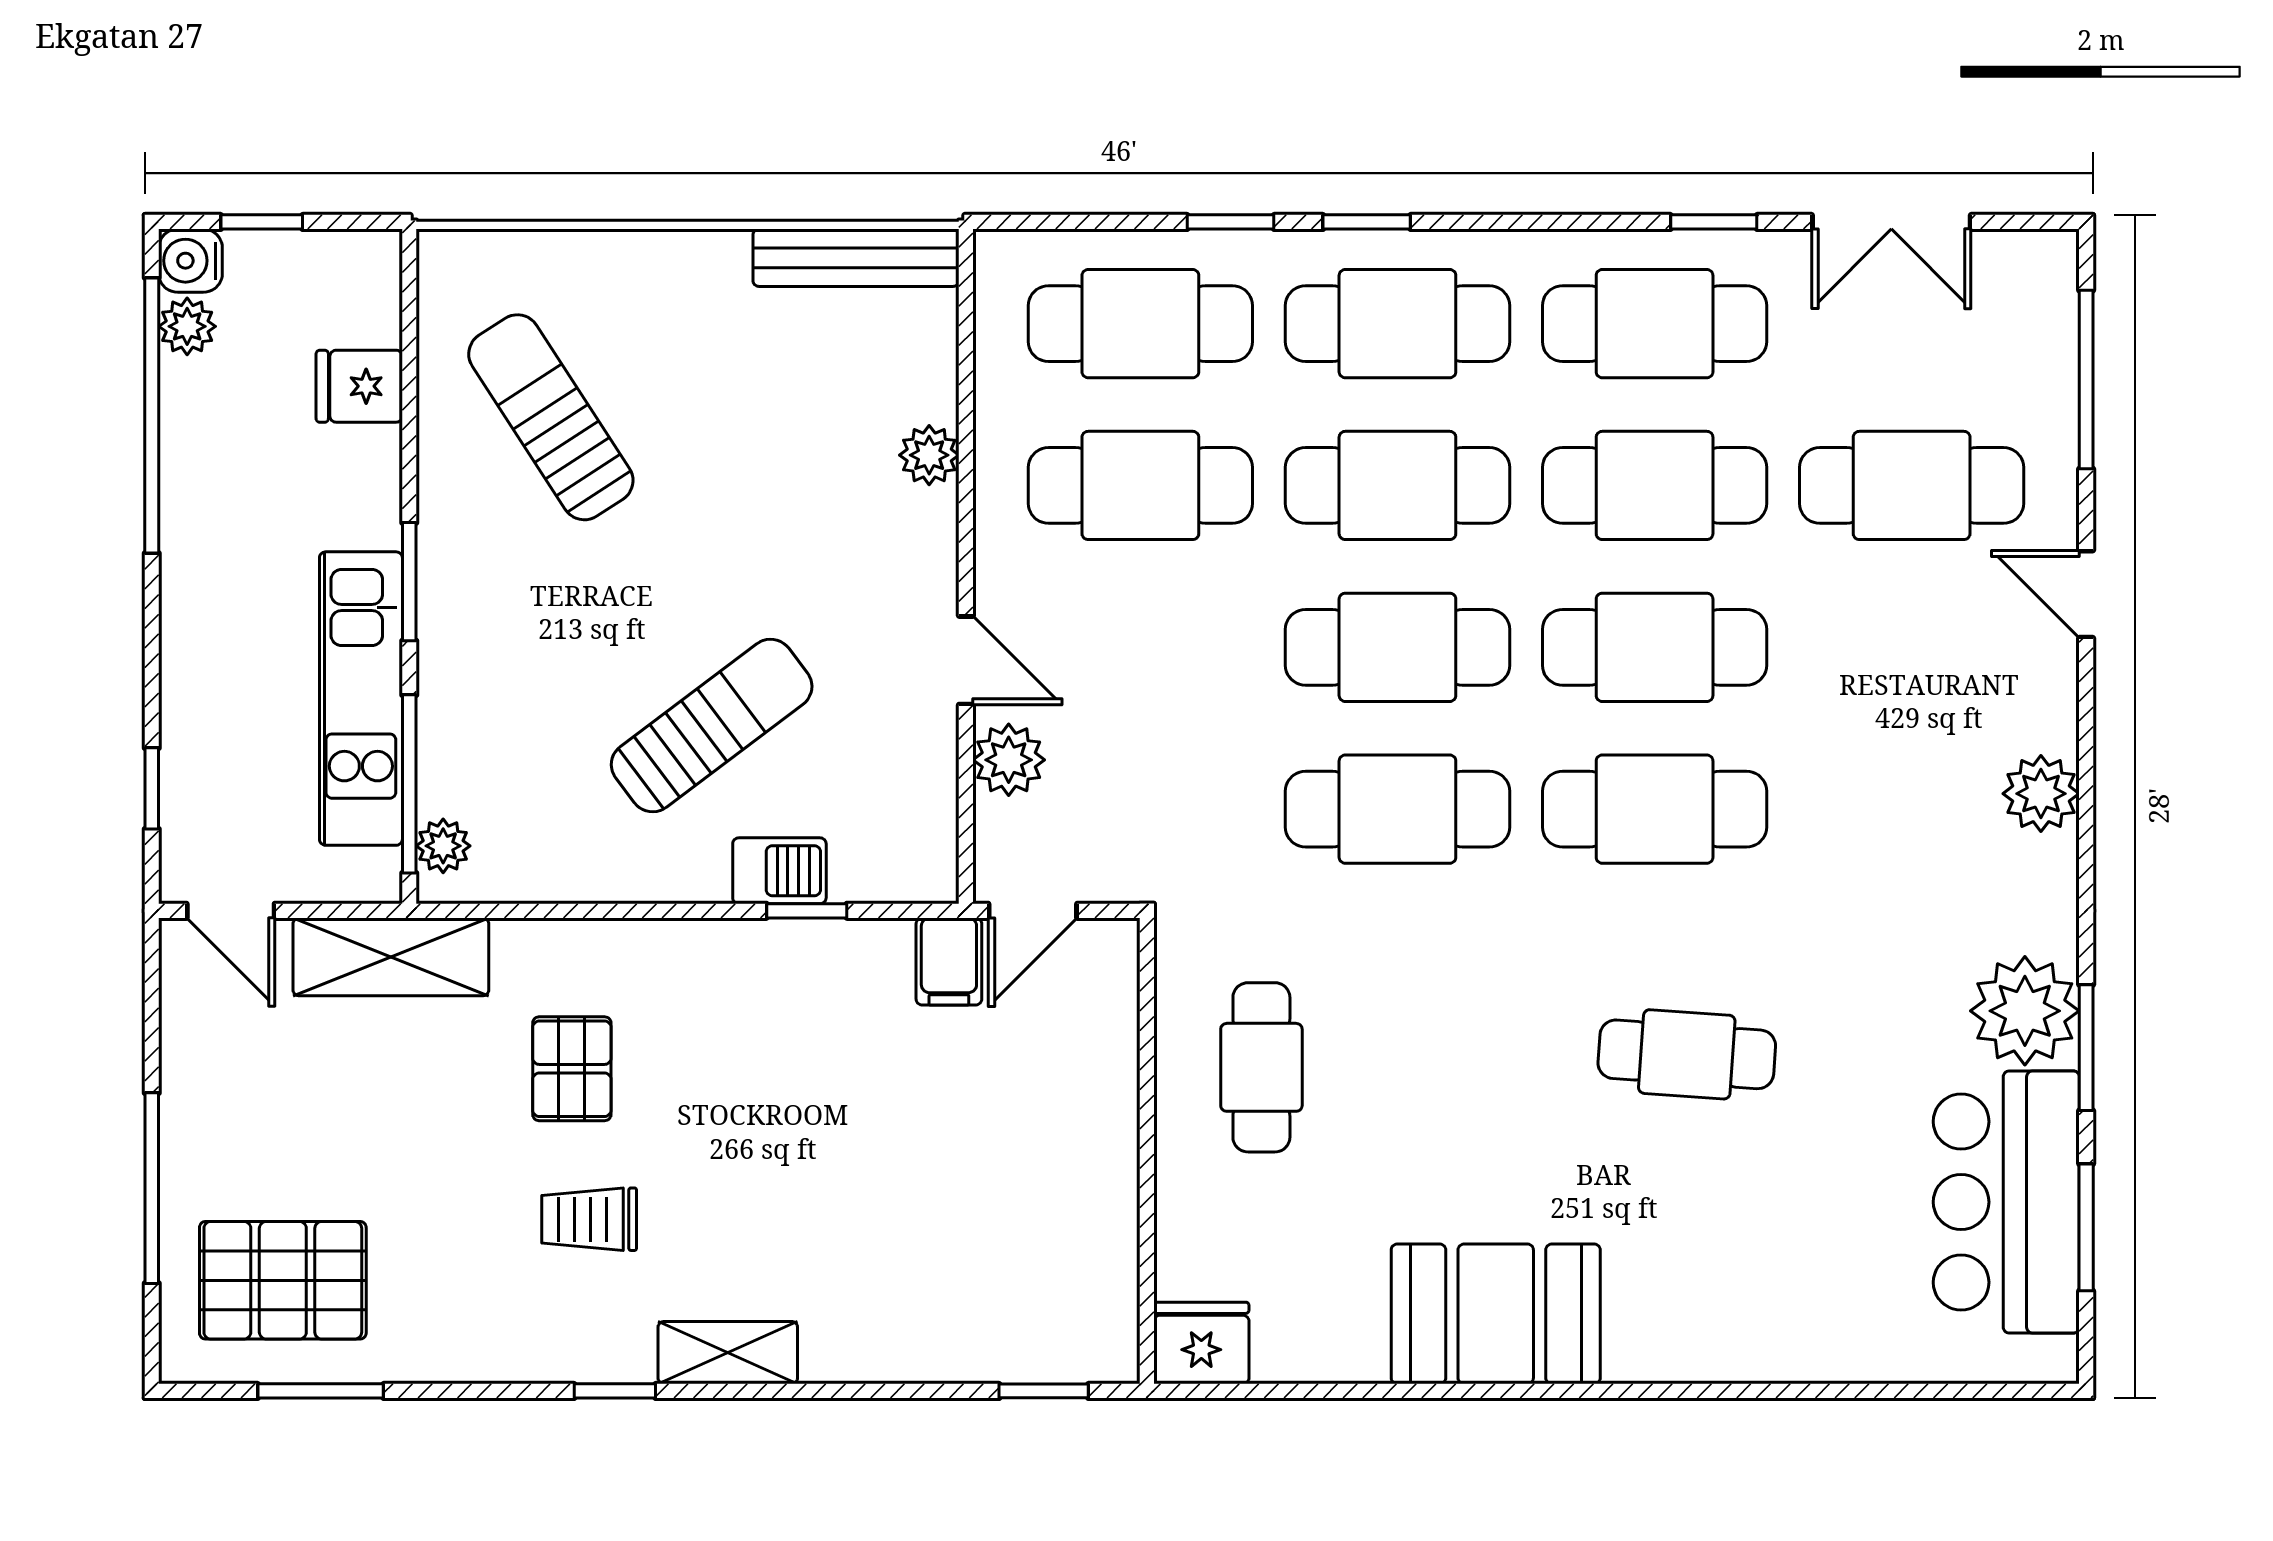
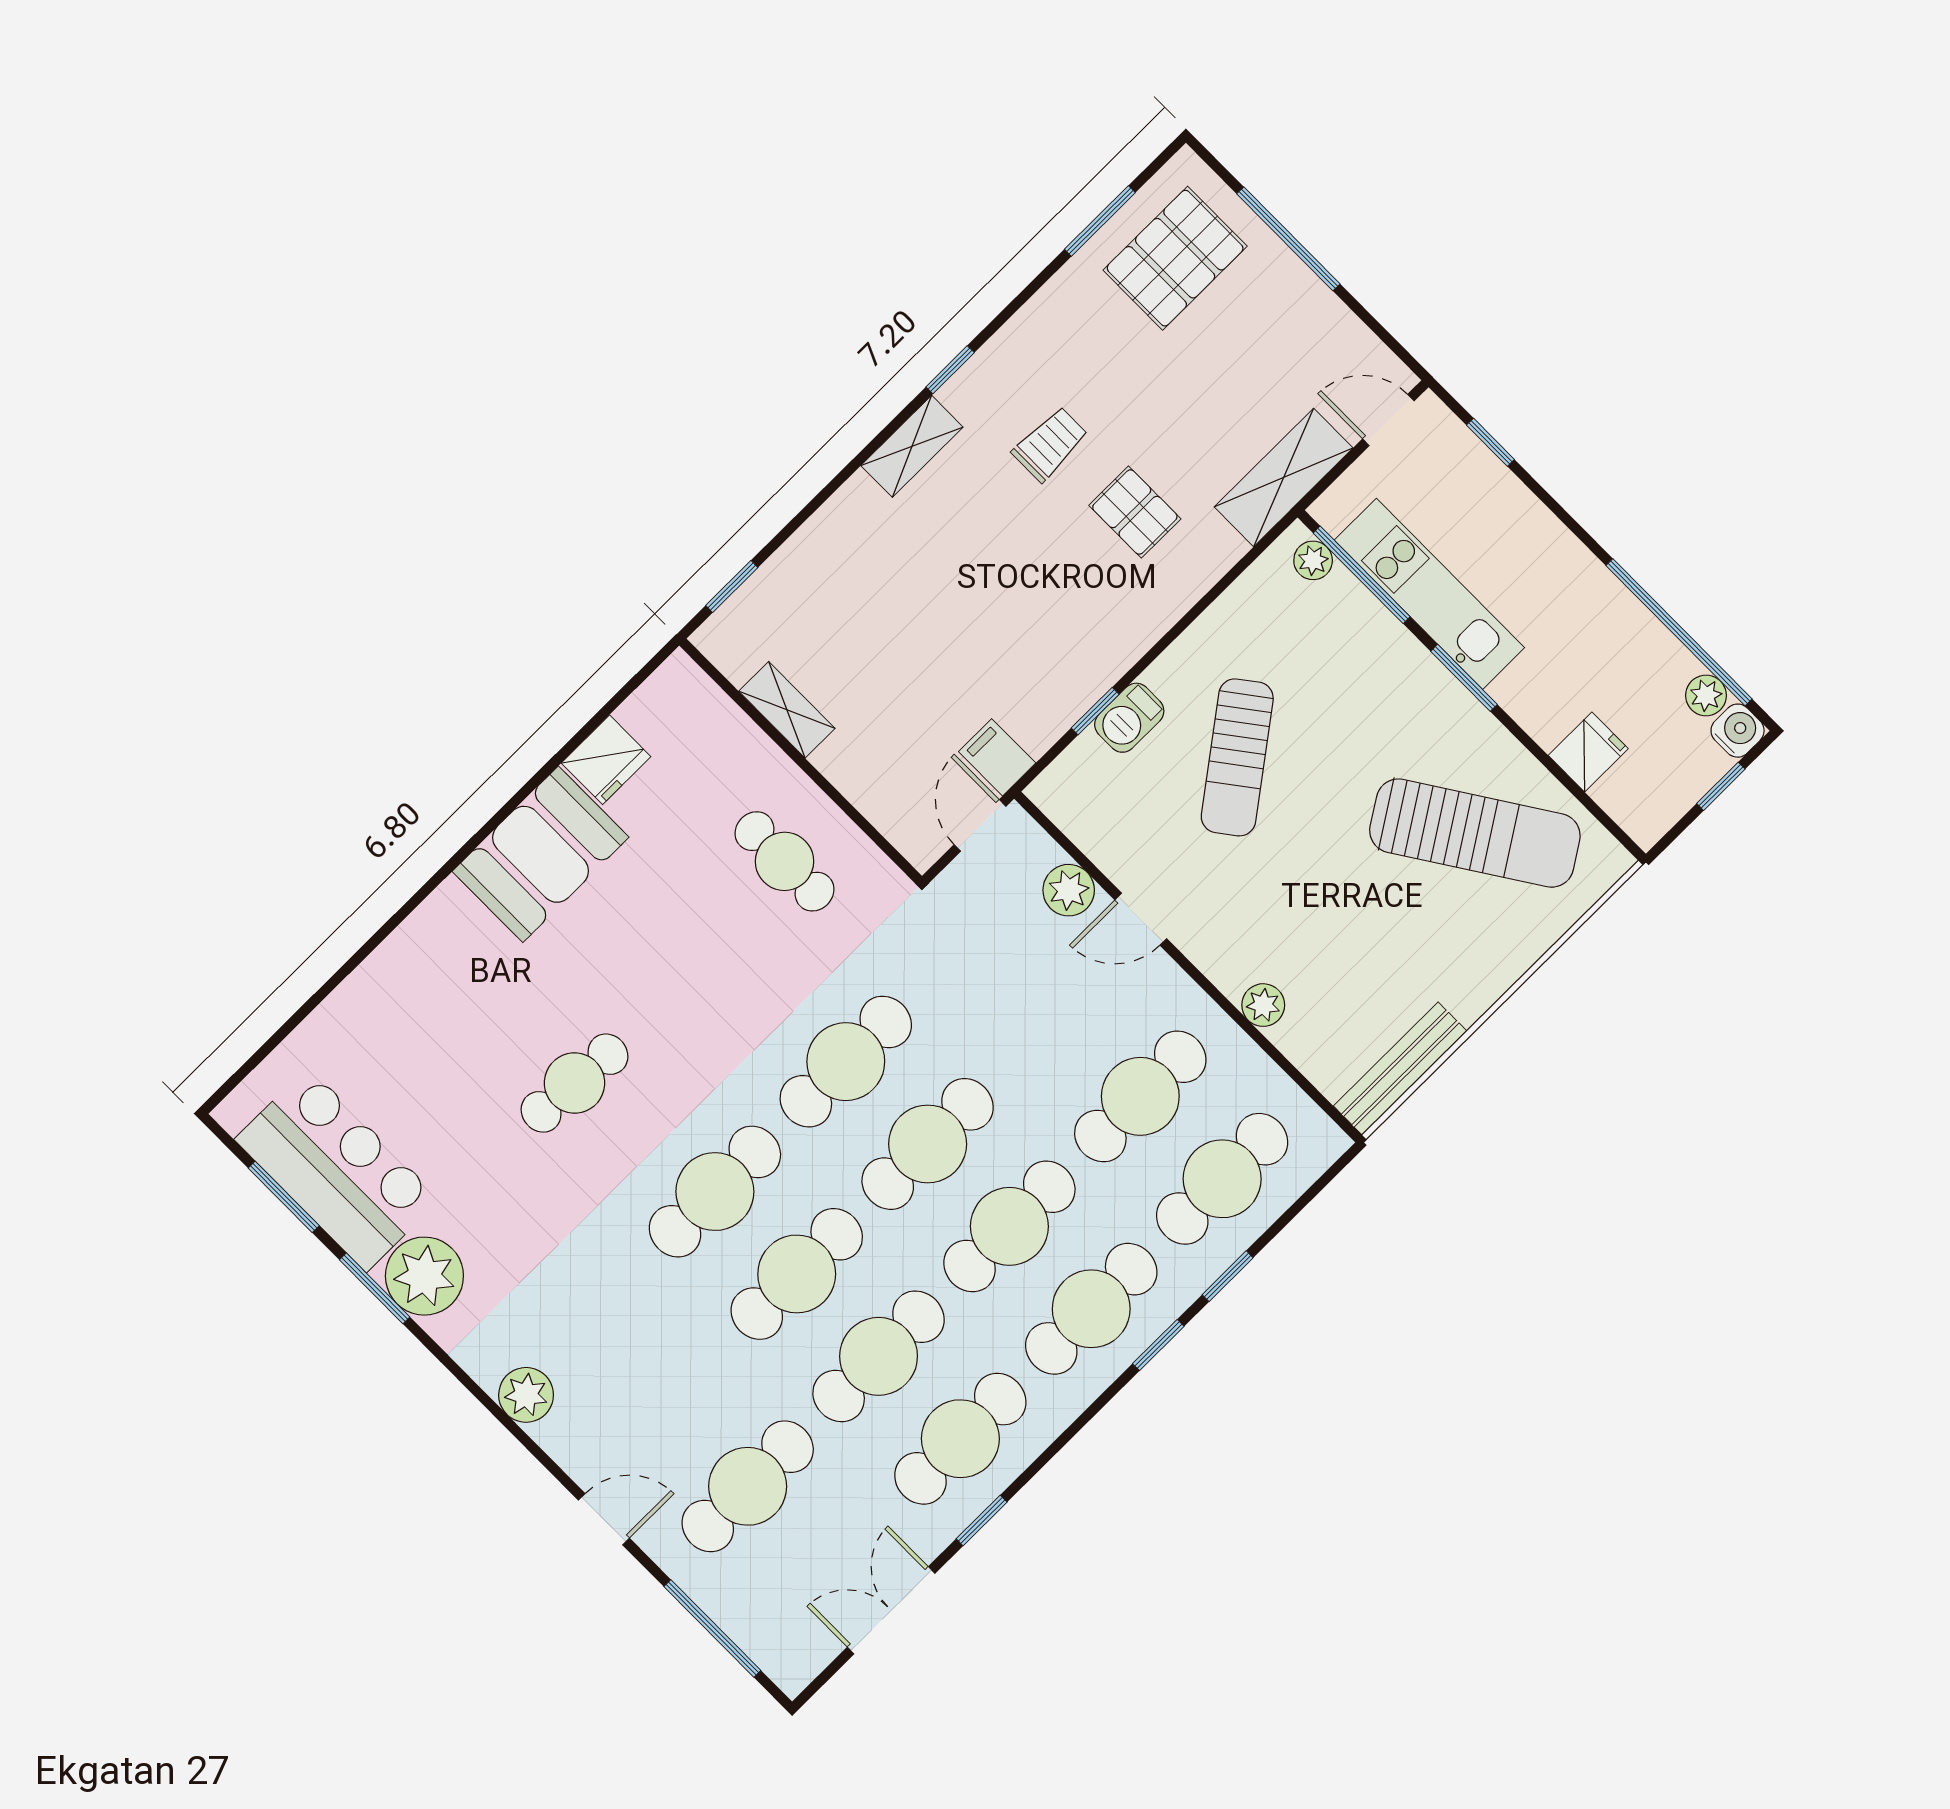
sun lounger: (551, 417) -> (1475, 833), width x1.36, depth x1.34
shelving: (1110, 1215) -> (787, 710), added
fridge: (1201, 1343) -> (606, 760), moved

